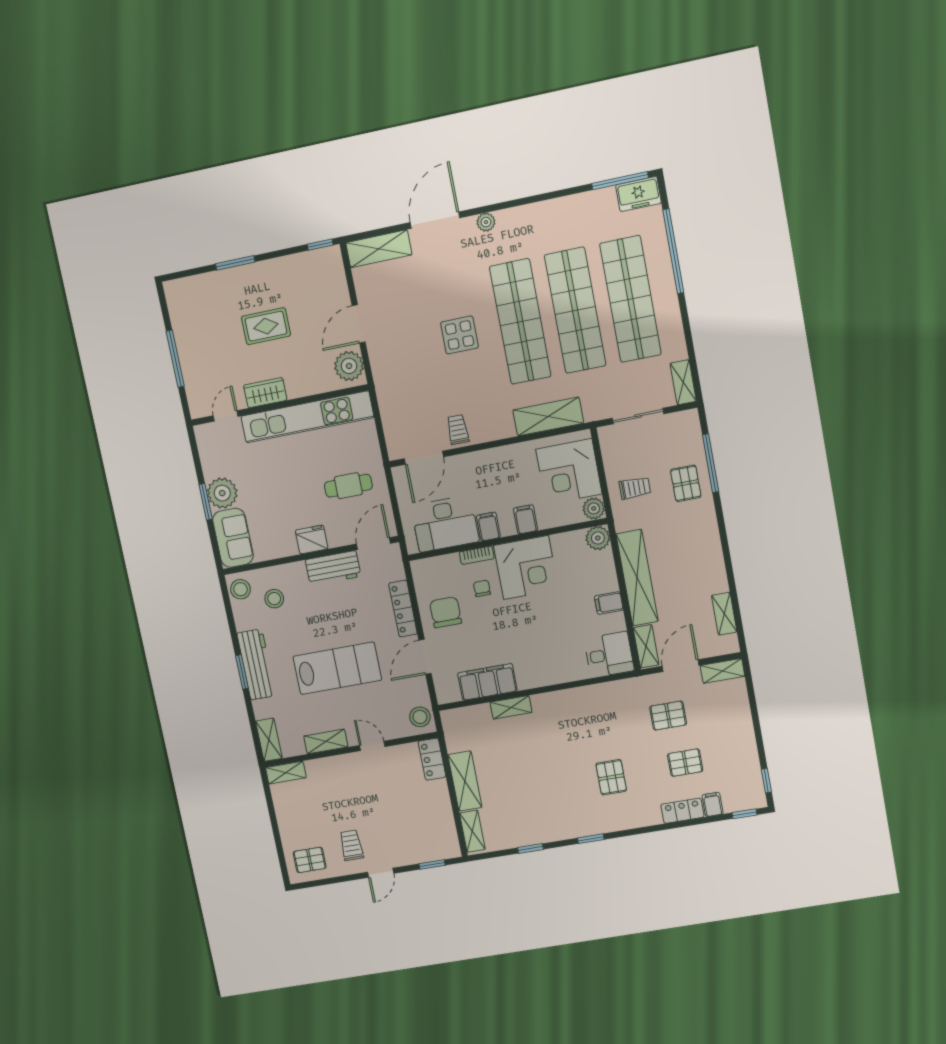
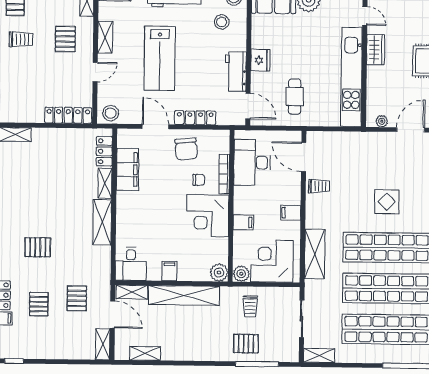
door: (359, 324) -> (411, 130), hinge flipped
plant: (349, 366) -> (382, 121), width x0.53, depth x0.53
filing cabinet: (488, 526) -> (291, 213), moved, turned 180
bookcase: (477, 555) -> (224, 174), width x1.56
chair: (446, 612) -> (186, 149), turned 85
locker: (470, 716) -> (104, 151), added
locker: (432, 759) -> (68, 115), width x1.53
shelving: (465, 781) -> (102, 222), moved, turned 90
pallet: (339, 791) -> (65, 39), added

